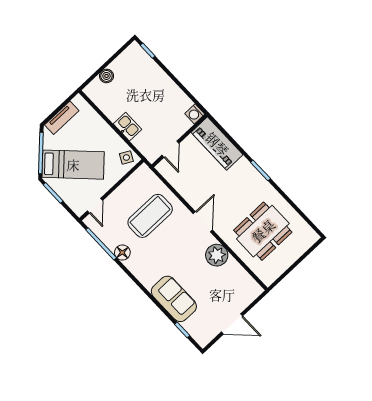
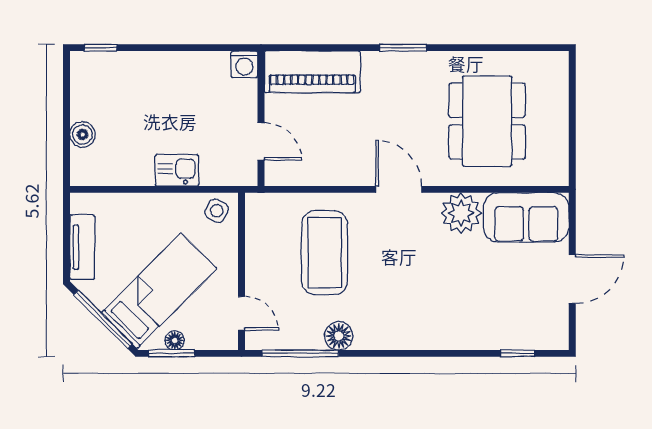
floor lamp: (59, 189) -> (175, 340), added
sofa: (174, 299) -> (526, 217), moved, turned 180

